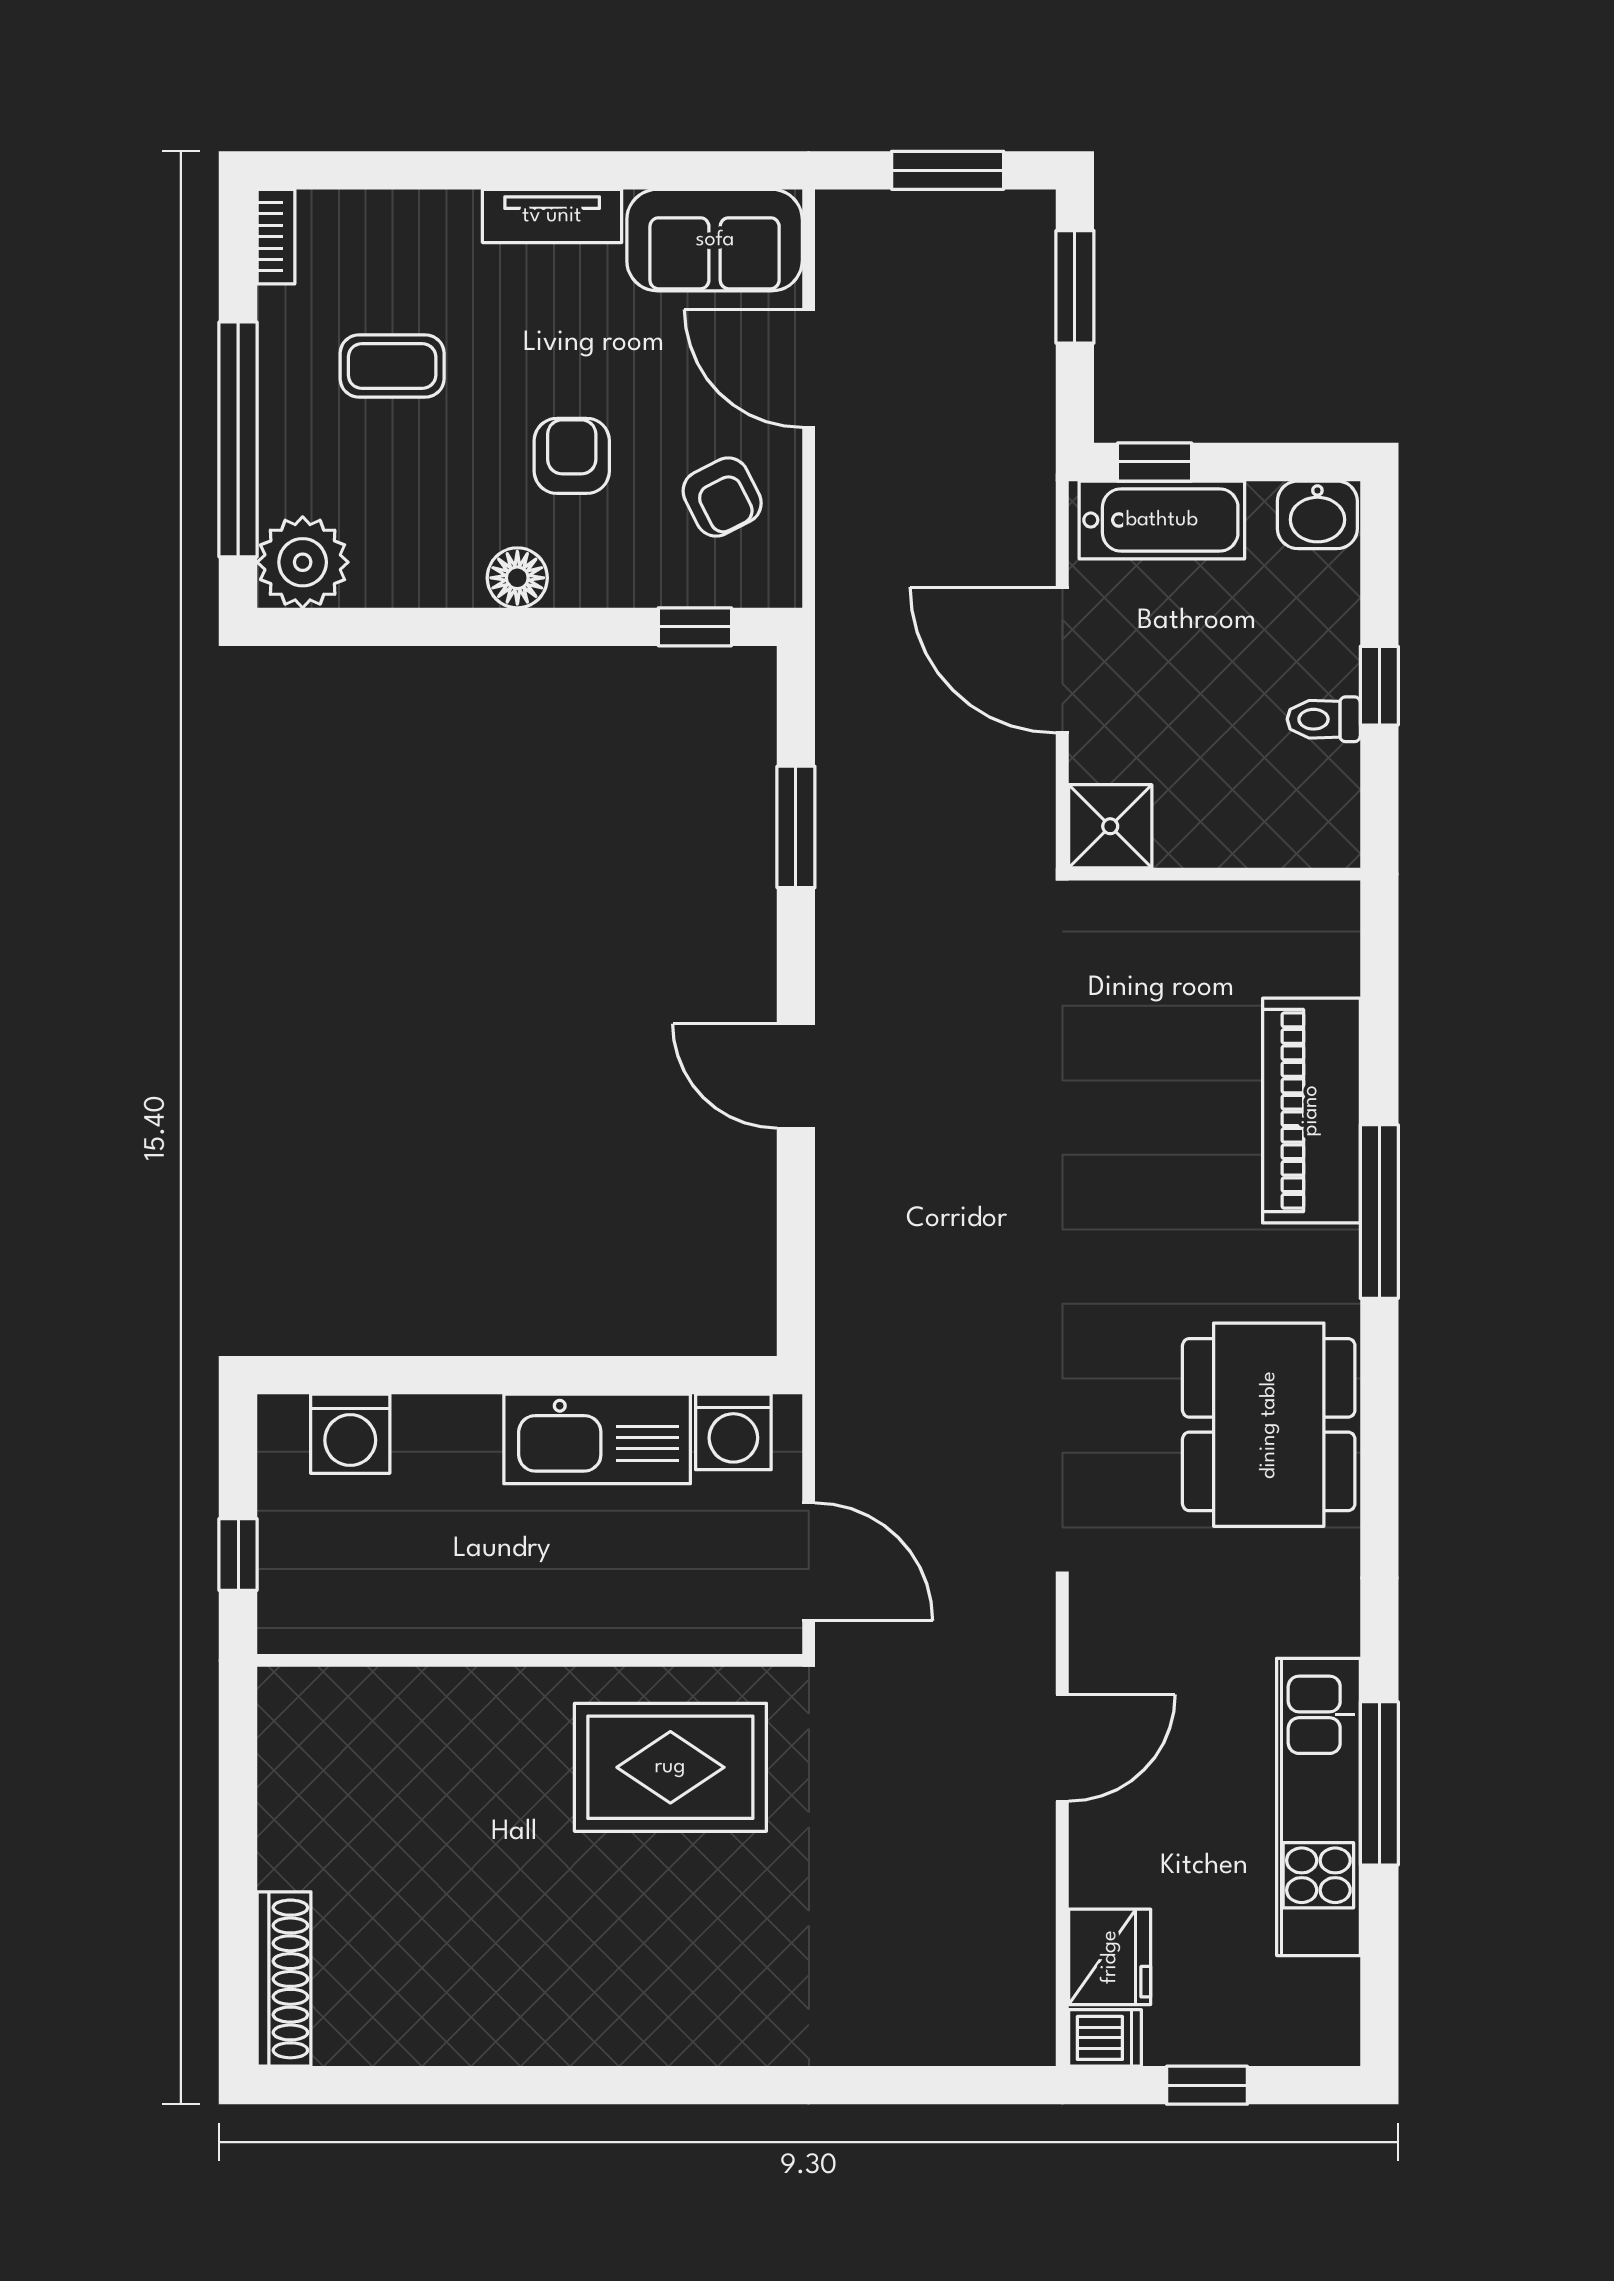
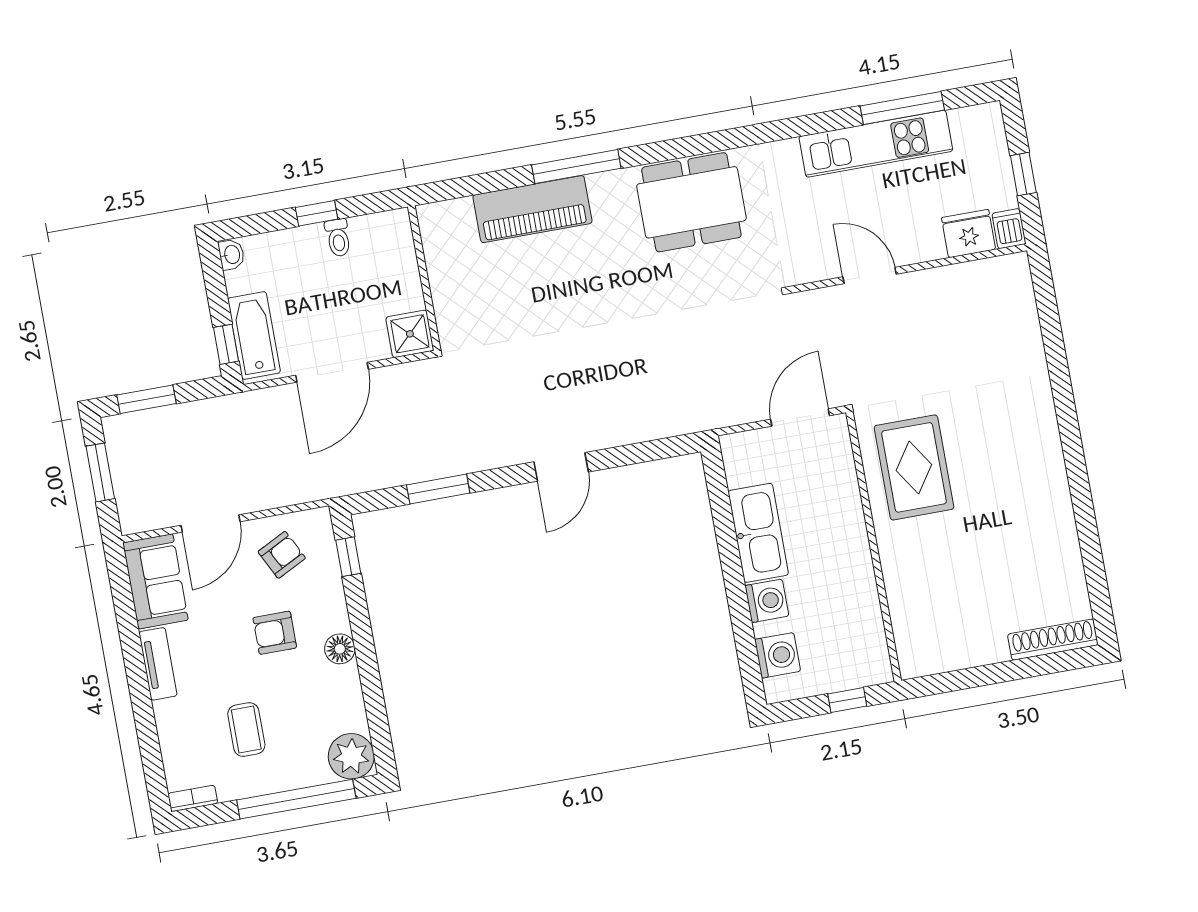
washbasin: (1317, 515) -> (231, 255), width x0.72, depth x0.69
washing machine: (733, 1432) -> (767, 601), moved
window: (1379, 1783) -> (902, 108), moved

